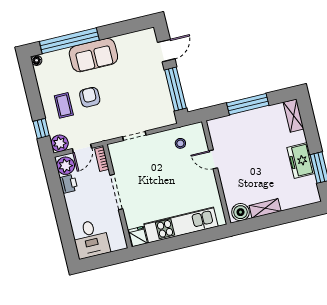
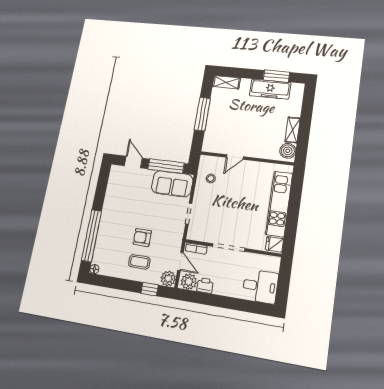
sofa: (93, 55) -> (172, 184), moved, turned 90
freezer: (301, 161) -> (270, 89), width x1.40

